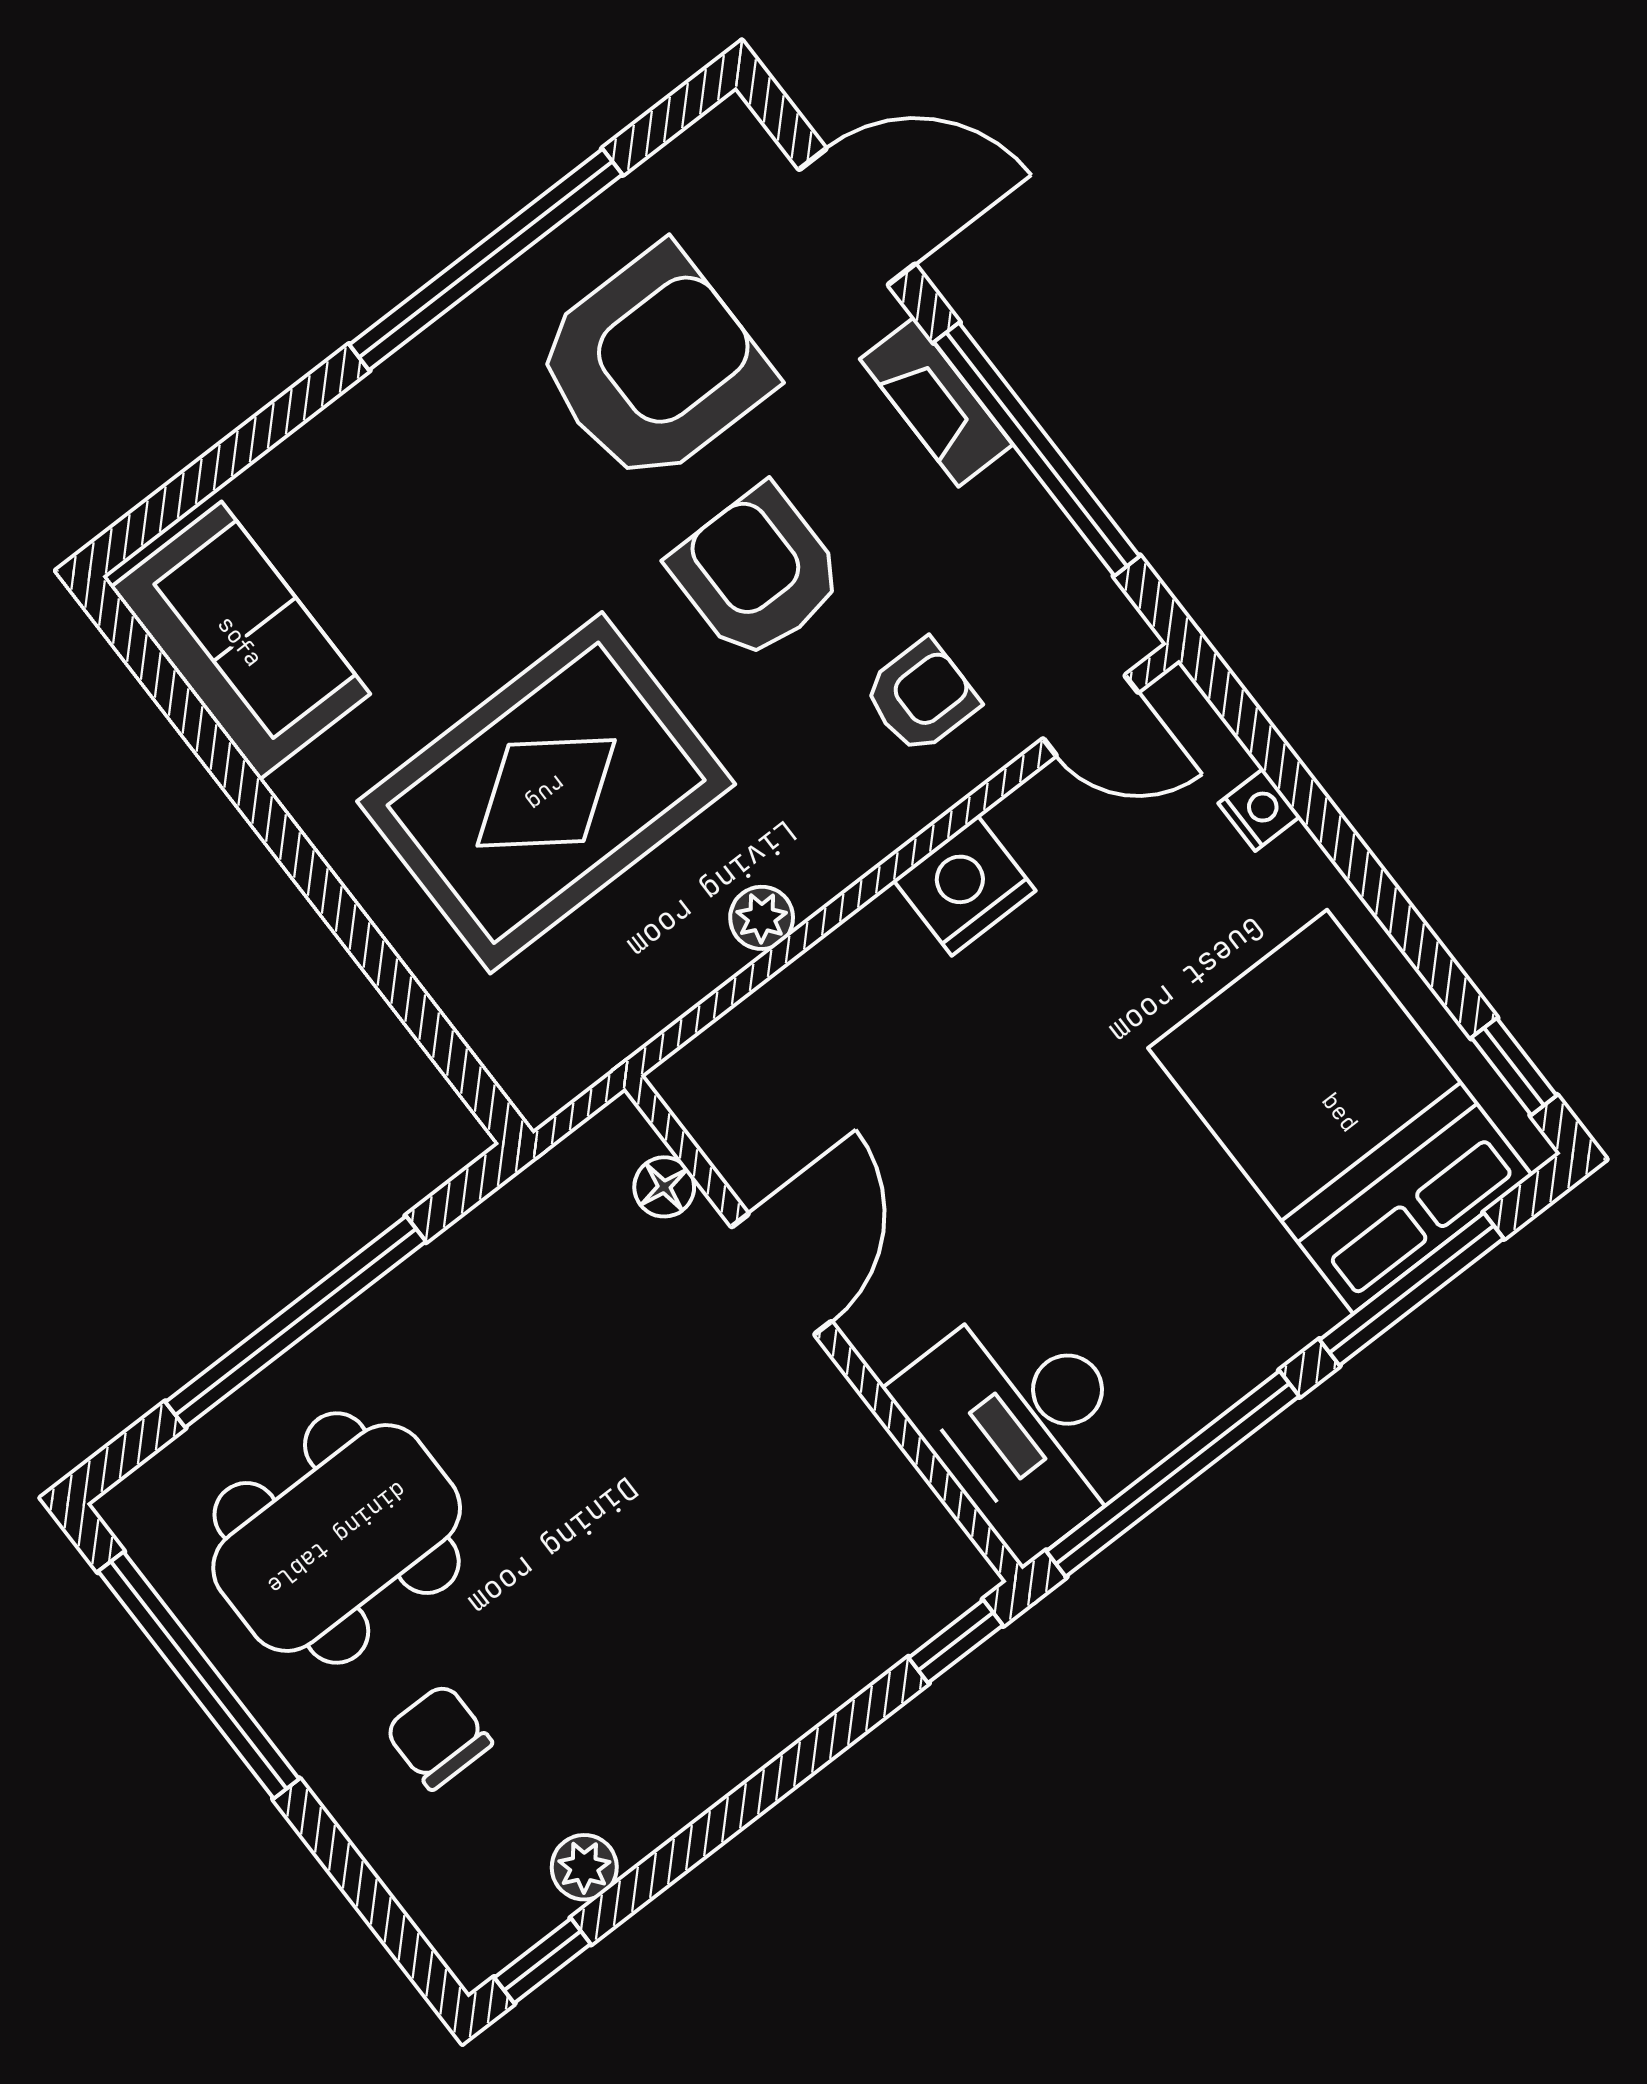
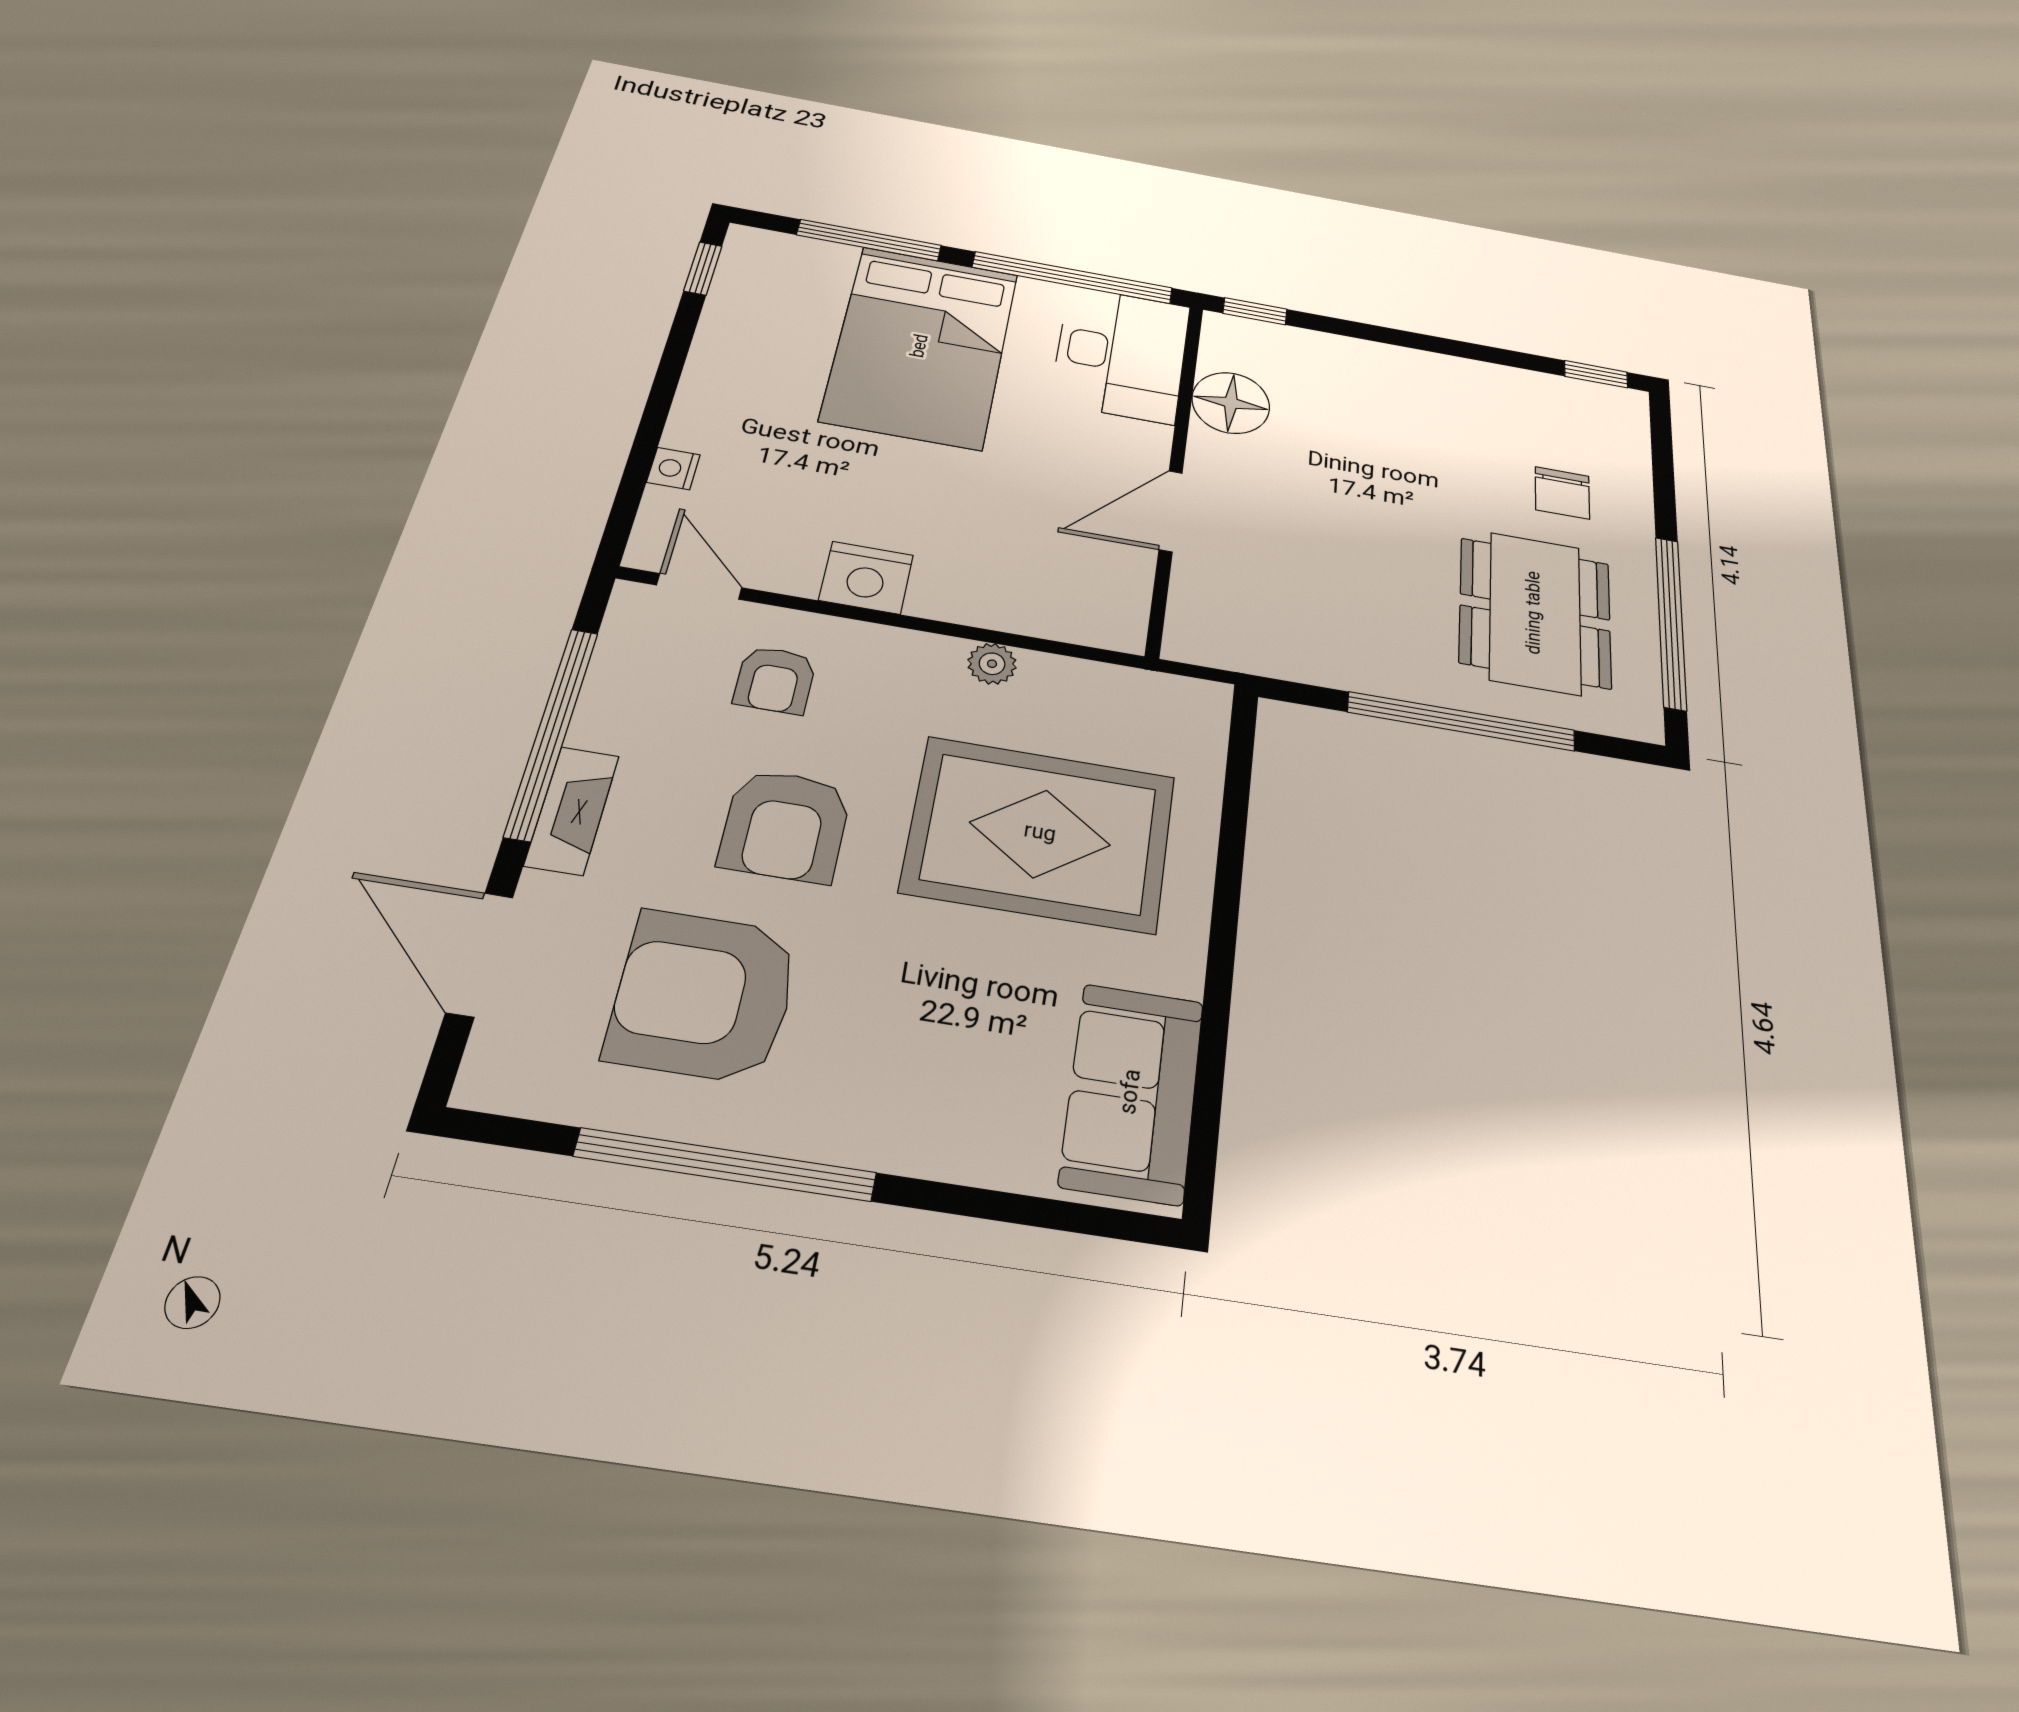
armchair: (921, 696) -> (775, 680), turned -90
bed: (1340, 1112) -> (921, 346), moved
floor lamp: (664, 1187) -> (1231, 403), moved, width x1.89, depth x1.89
dining table: (337, 1538) -> (1535, 613), turned 90
plant: (584, 1867) -> (1538, 388), removed

